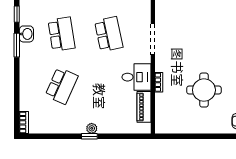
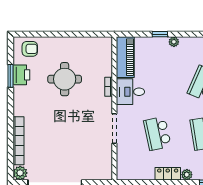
piano: (144, 107) -> (125, 57), width x1.37, depth x1.33
window: (89, 136) -> (160, 34), moved

